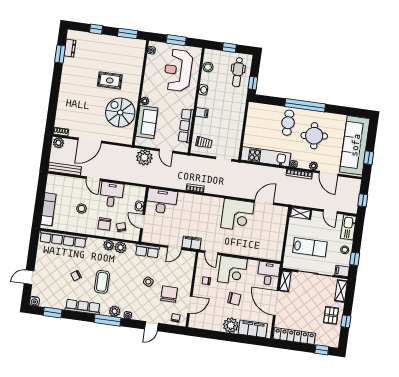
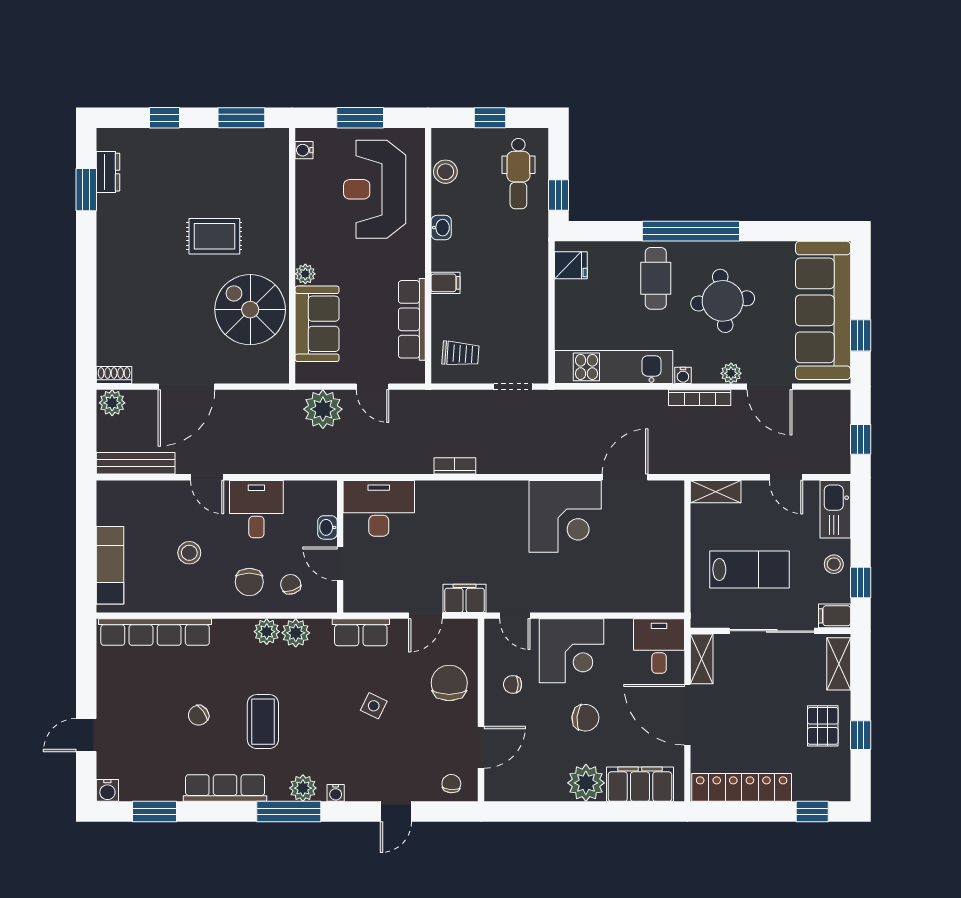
fridge: (254, 113) -> (571, 265), added
chair: (169, 294) -> (449, 683), moved

